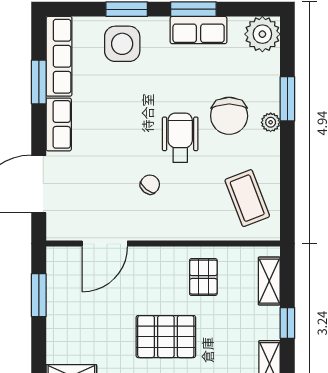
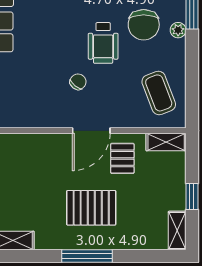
wheelchair: (180, 138) -> (103, 43), turned 180
door: (105, 244) -> (91, 131), moved
shelving: (269, 281) -> (166, 142), moved, turned 90

